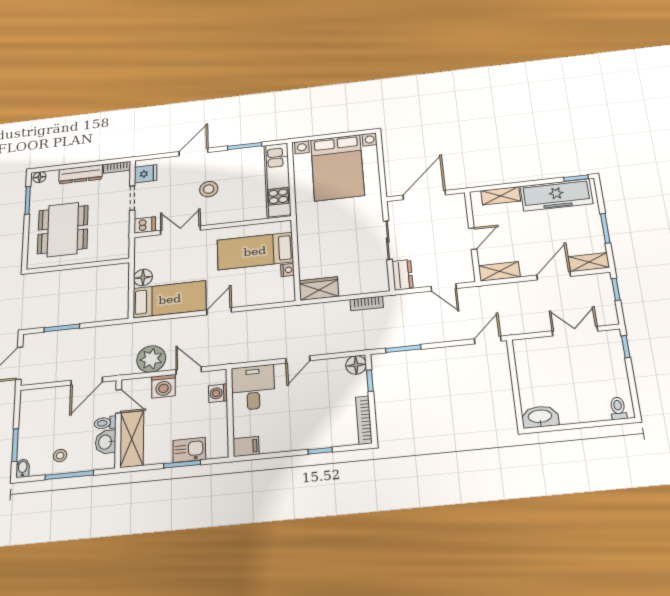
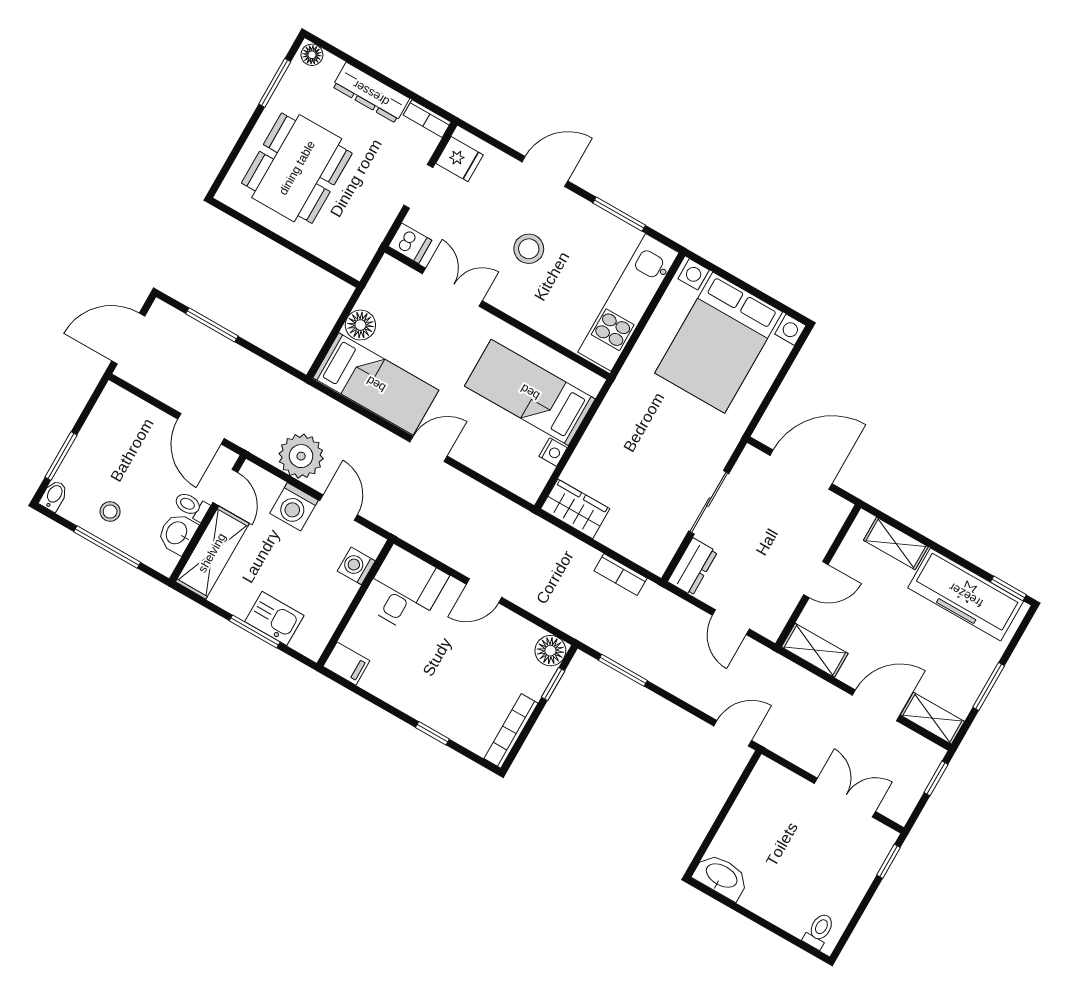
door: (87, 381) -> (201, 429), hinge flipped

